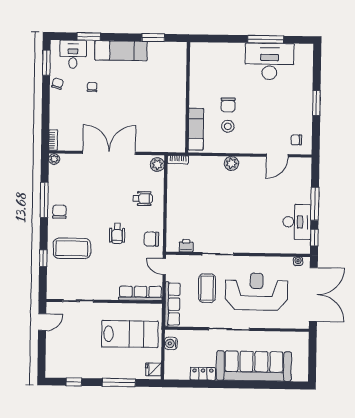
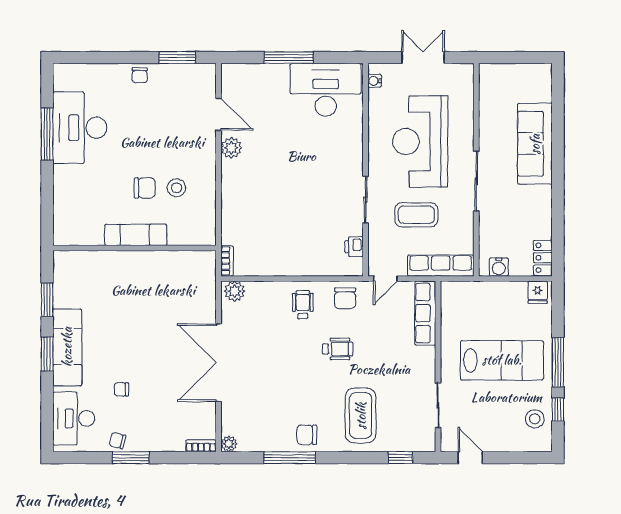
window: (89, 37) -> (47, 354), moved
desk: (73, 54) -> (74, 418), width x1.37
window: (46, 63) -> (131, 458), moved
window: (316, 103) -> (177, 58), moved
exam couch: (196, 129) -> (136, 235), moved
chair: (296, 140) -> (140, 75), moved
plant: (231, 163) -> (231, 148), moved
wheelchair: (143, 199) -> (303, 305), moved
desk: (297, 222) -> (326, 90), width x1.36, depth x1.30
window: (314, 238) -> (339, 58), removed
window: (43, 258) -> (400, 458), moved
double door: (313, 294) -> (423, 58), width x0.54
lab bench: (130, 334) -> (502, 360), moved, turned 90
stool: (68, 366) -> (535, 419), added
sofa: (254, 366) -> (535, 144), width x0.74, depth x0.79
locker: (203, 374) -> (543, 258), moved
window: (119, 383) -> (558, 362), moved

